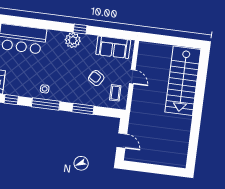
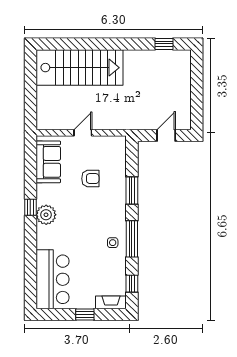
armchair: (96, 78) -> (90, 179), turned -122
coffee table: (115, 93) -> (106, 152), removed
window: (193, 148) -> (164, 44), added

